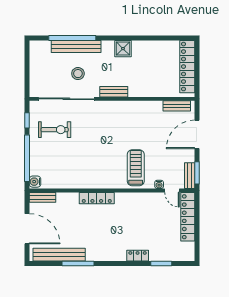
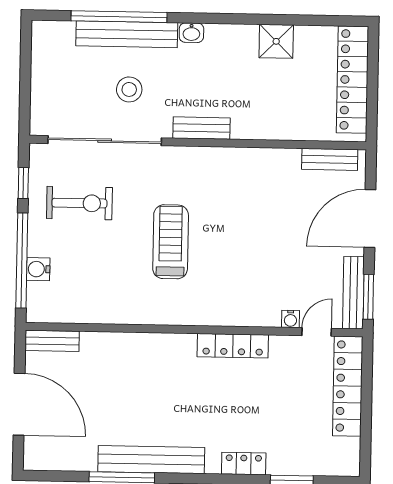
washbasin: (108, 45) -> (191, 33), added
shower: (123, 49) -> (276, 41), moved
treadmill: (136, 168) -> (171, 242), moved
bench: (190, 176) -> (353, 293), width x1.36
water cooler: (35, 182) -> (38, 269), moved
door: (172, 191) -> (317, 332), swing flipped
locker: (97, 198) -> (233, 346), moved
bench: (59, 255) -> (151, 460), moved

